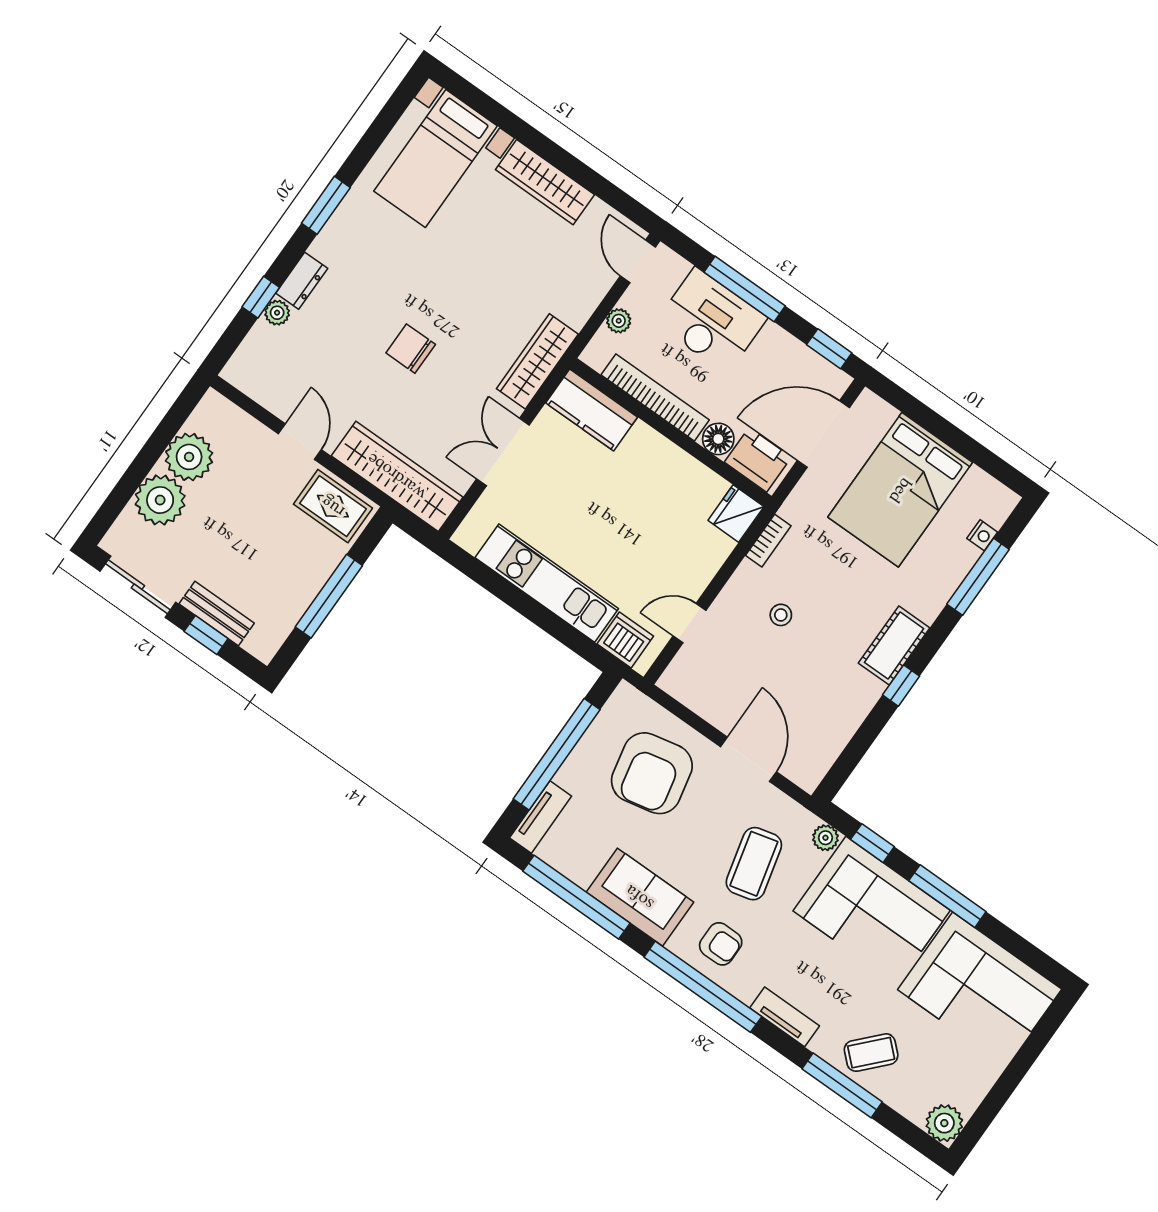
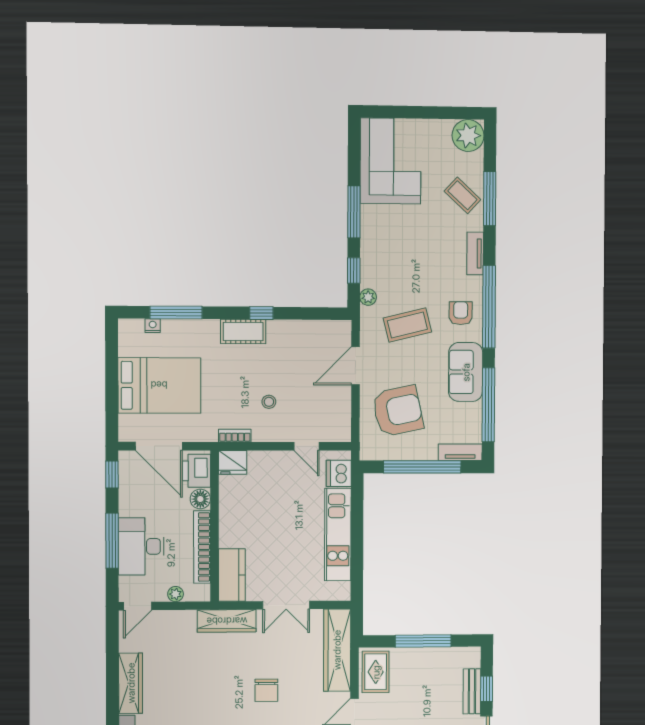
corner sofa: (872, 911) -> (389, 246), removed
plant: (944, 1123) -> (468, 135), width x1.36, depth x1.36

